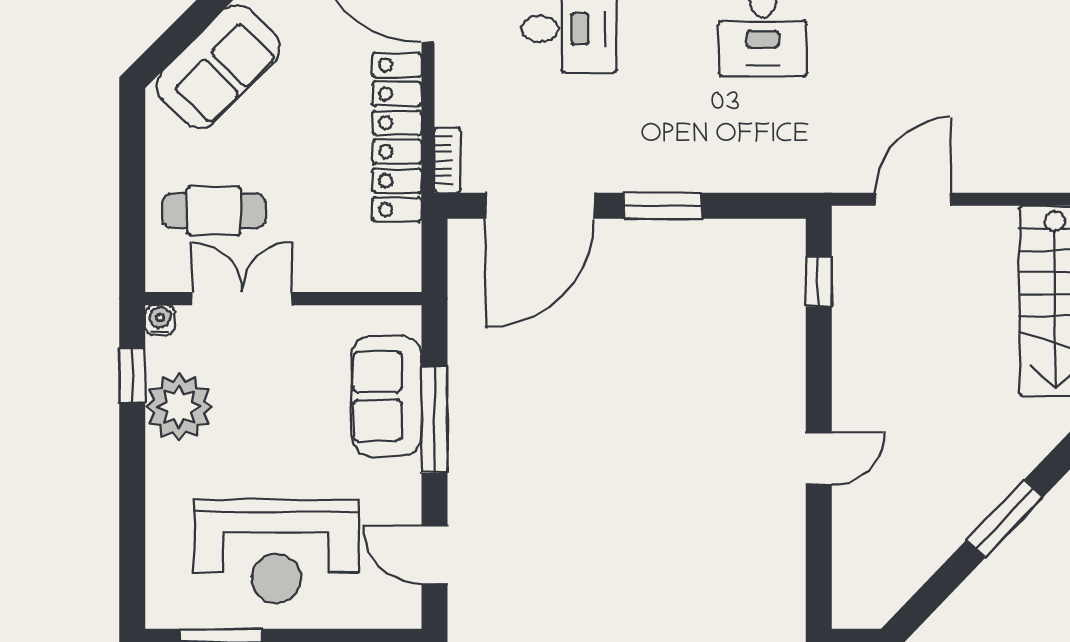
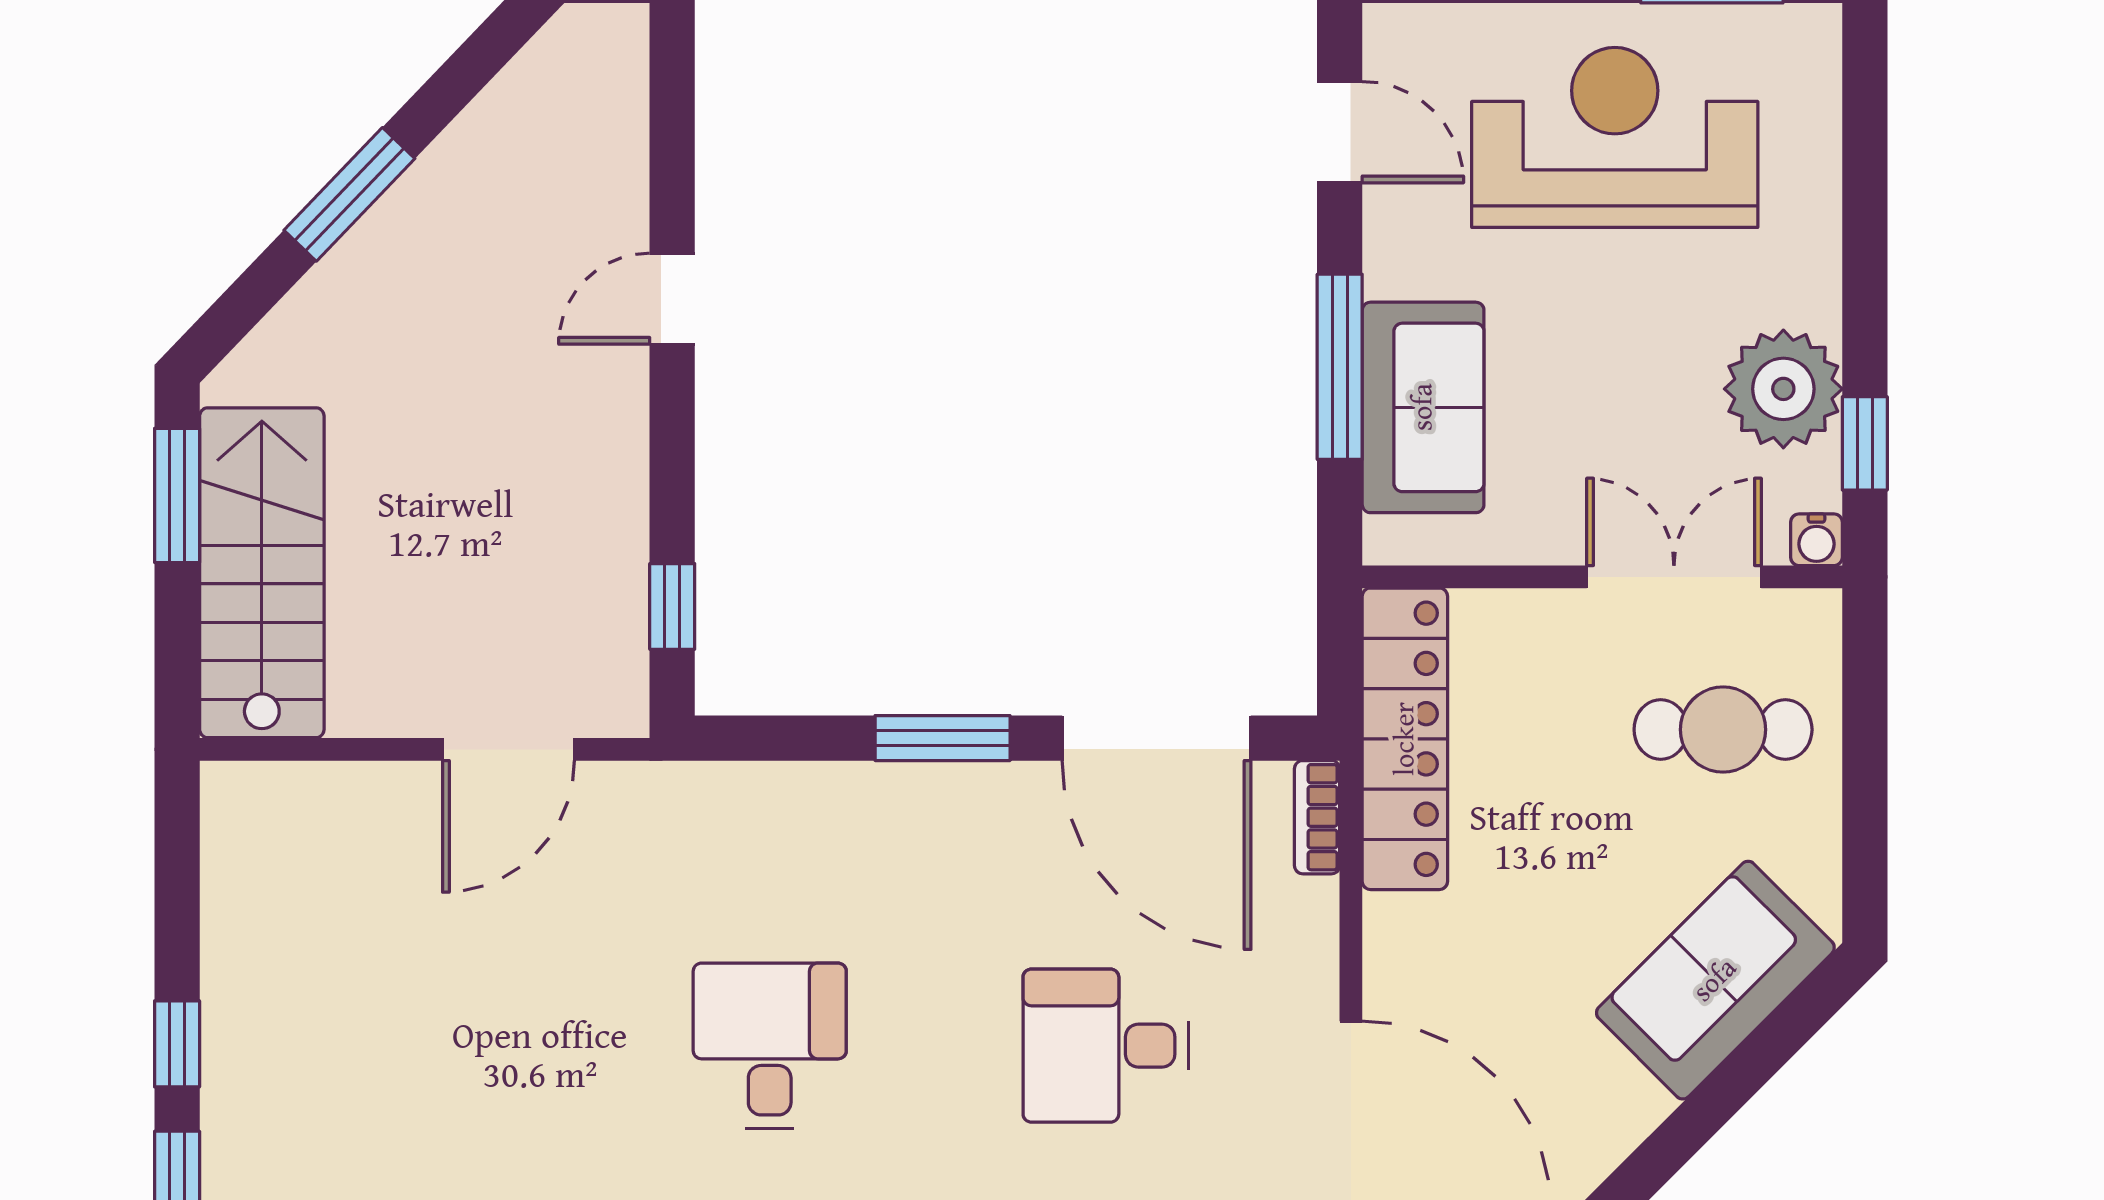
locker: (397, 137) -> (1405, 739), moved
door: (540, 206) -> (1157, 738), swing flipped
double door: (242, 299) -> (1674, 577), swing flipped

